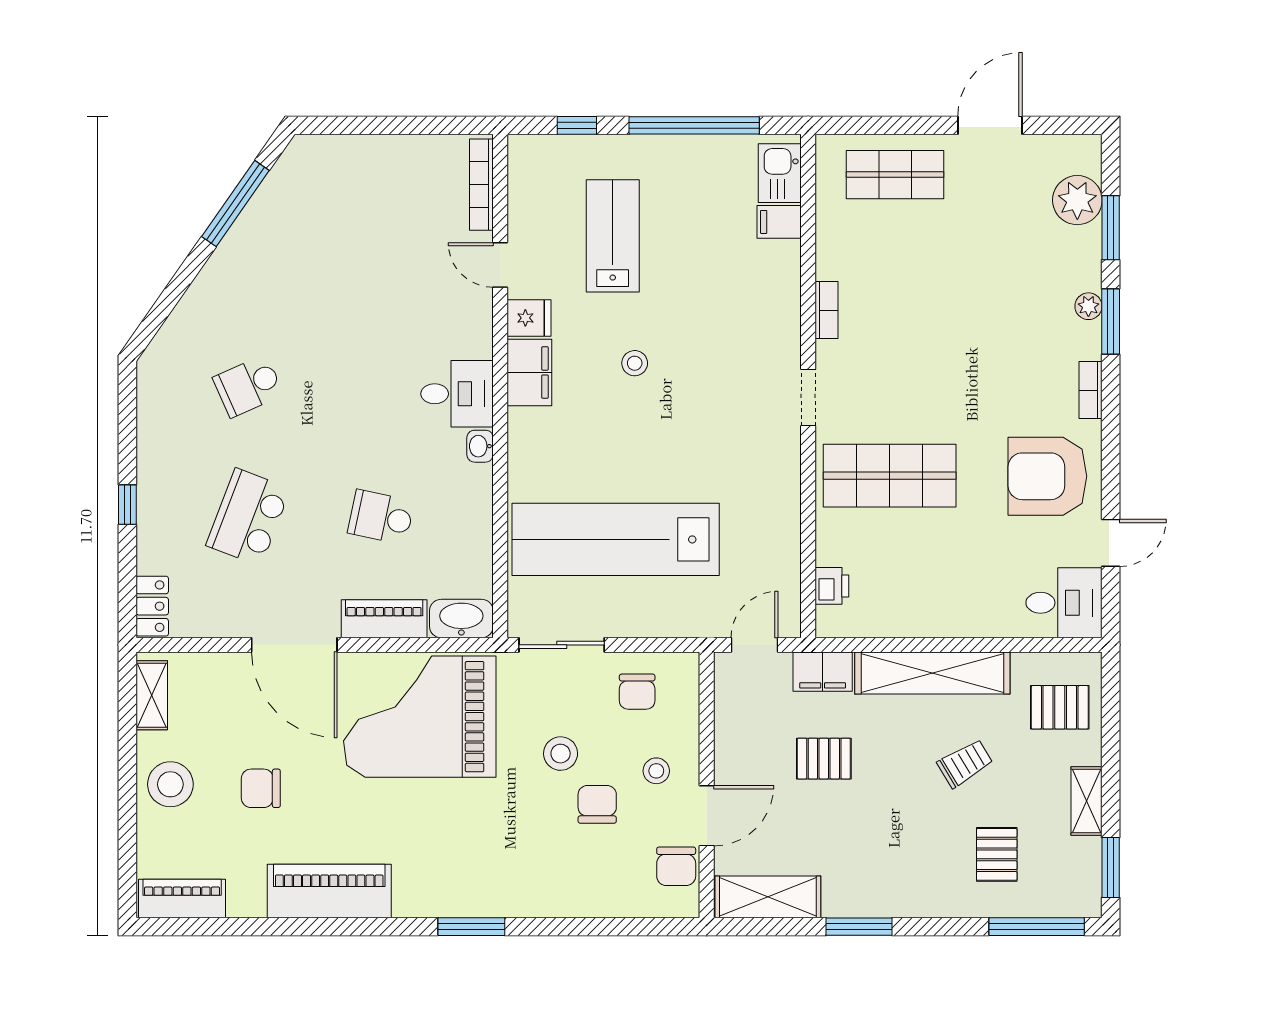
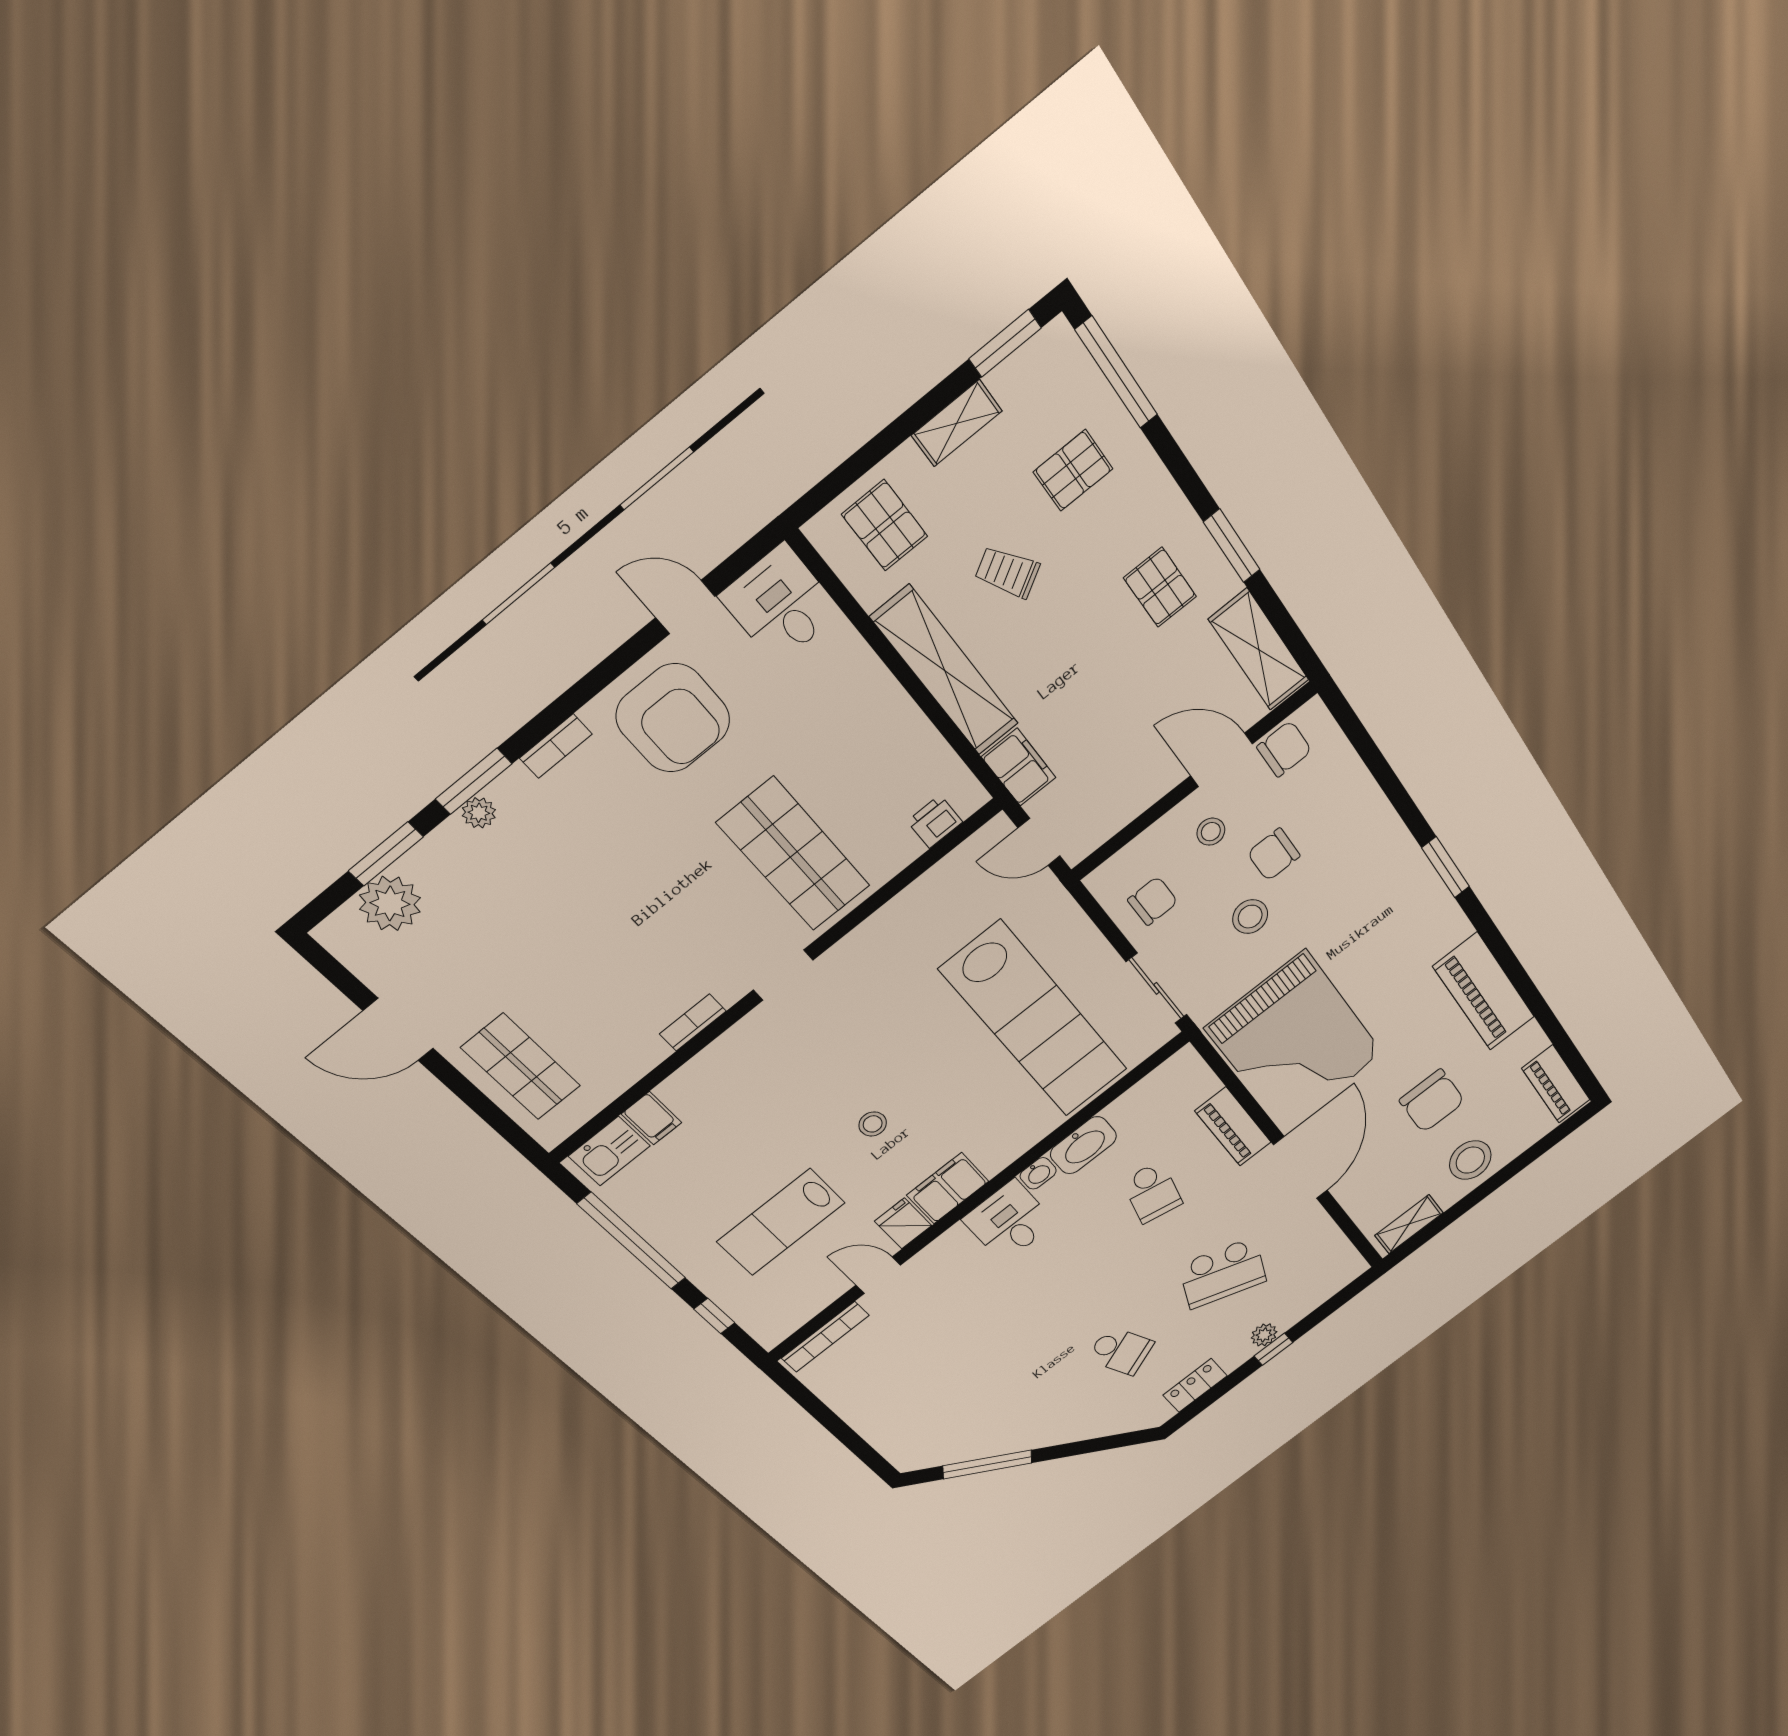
door: (500, 265) -> (878, 1275), swing flipped
plant: (150, 507) -> (1264, 1335), added
locker: (152, 606) -> (1195, 1385), moved
washbasin: (461, 619) -> (1083, 1145), moved, turned -90
pallet: (824, 759) -> (1160, 587), moved
chair: (261, 788) -> (1432, 1101), width x1.37, depth x1.37

